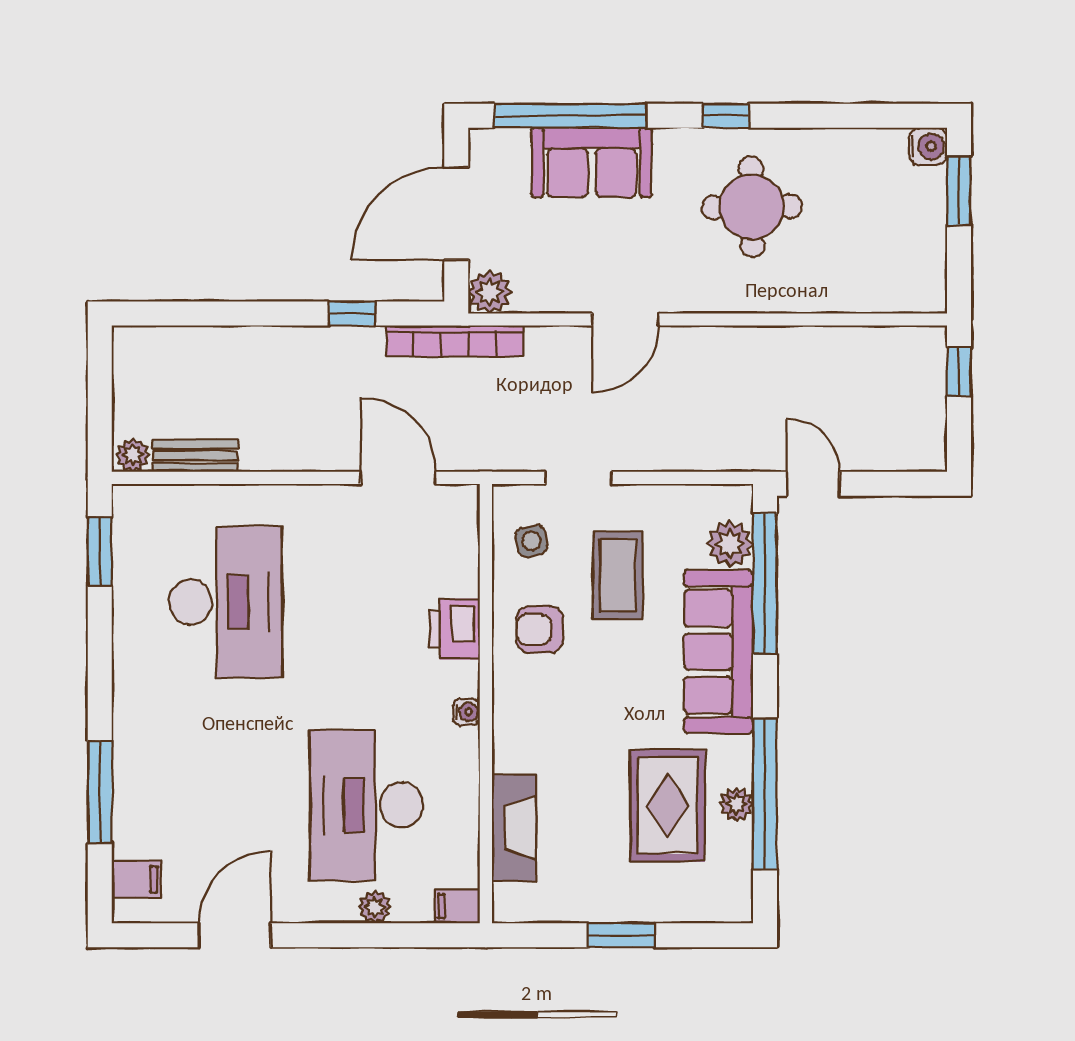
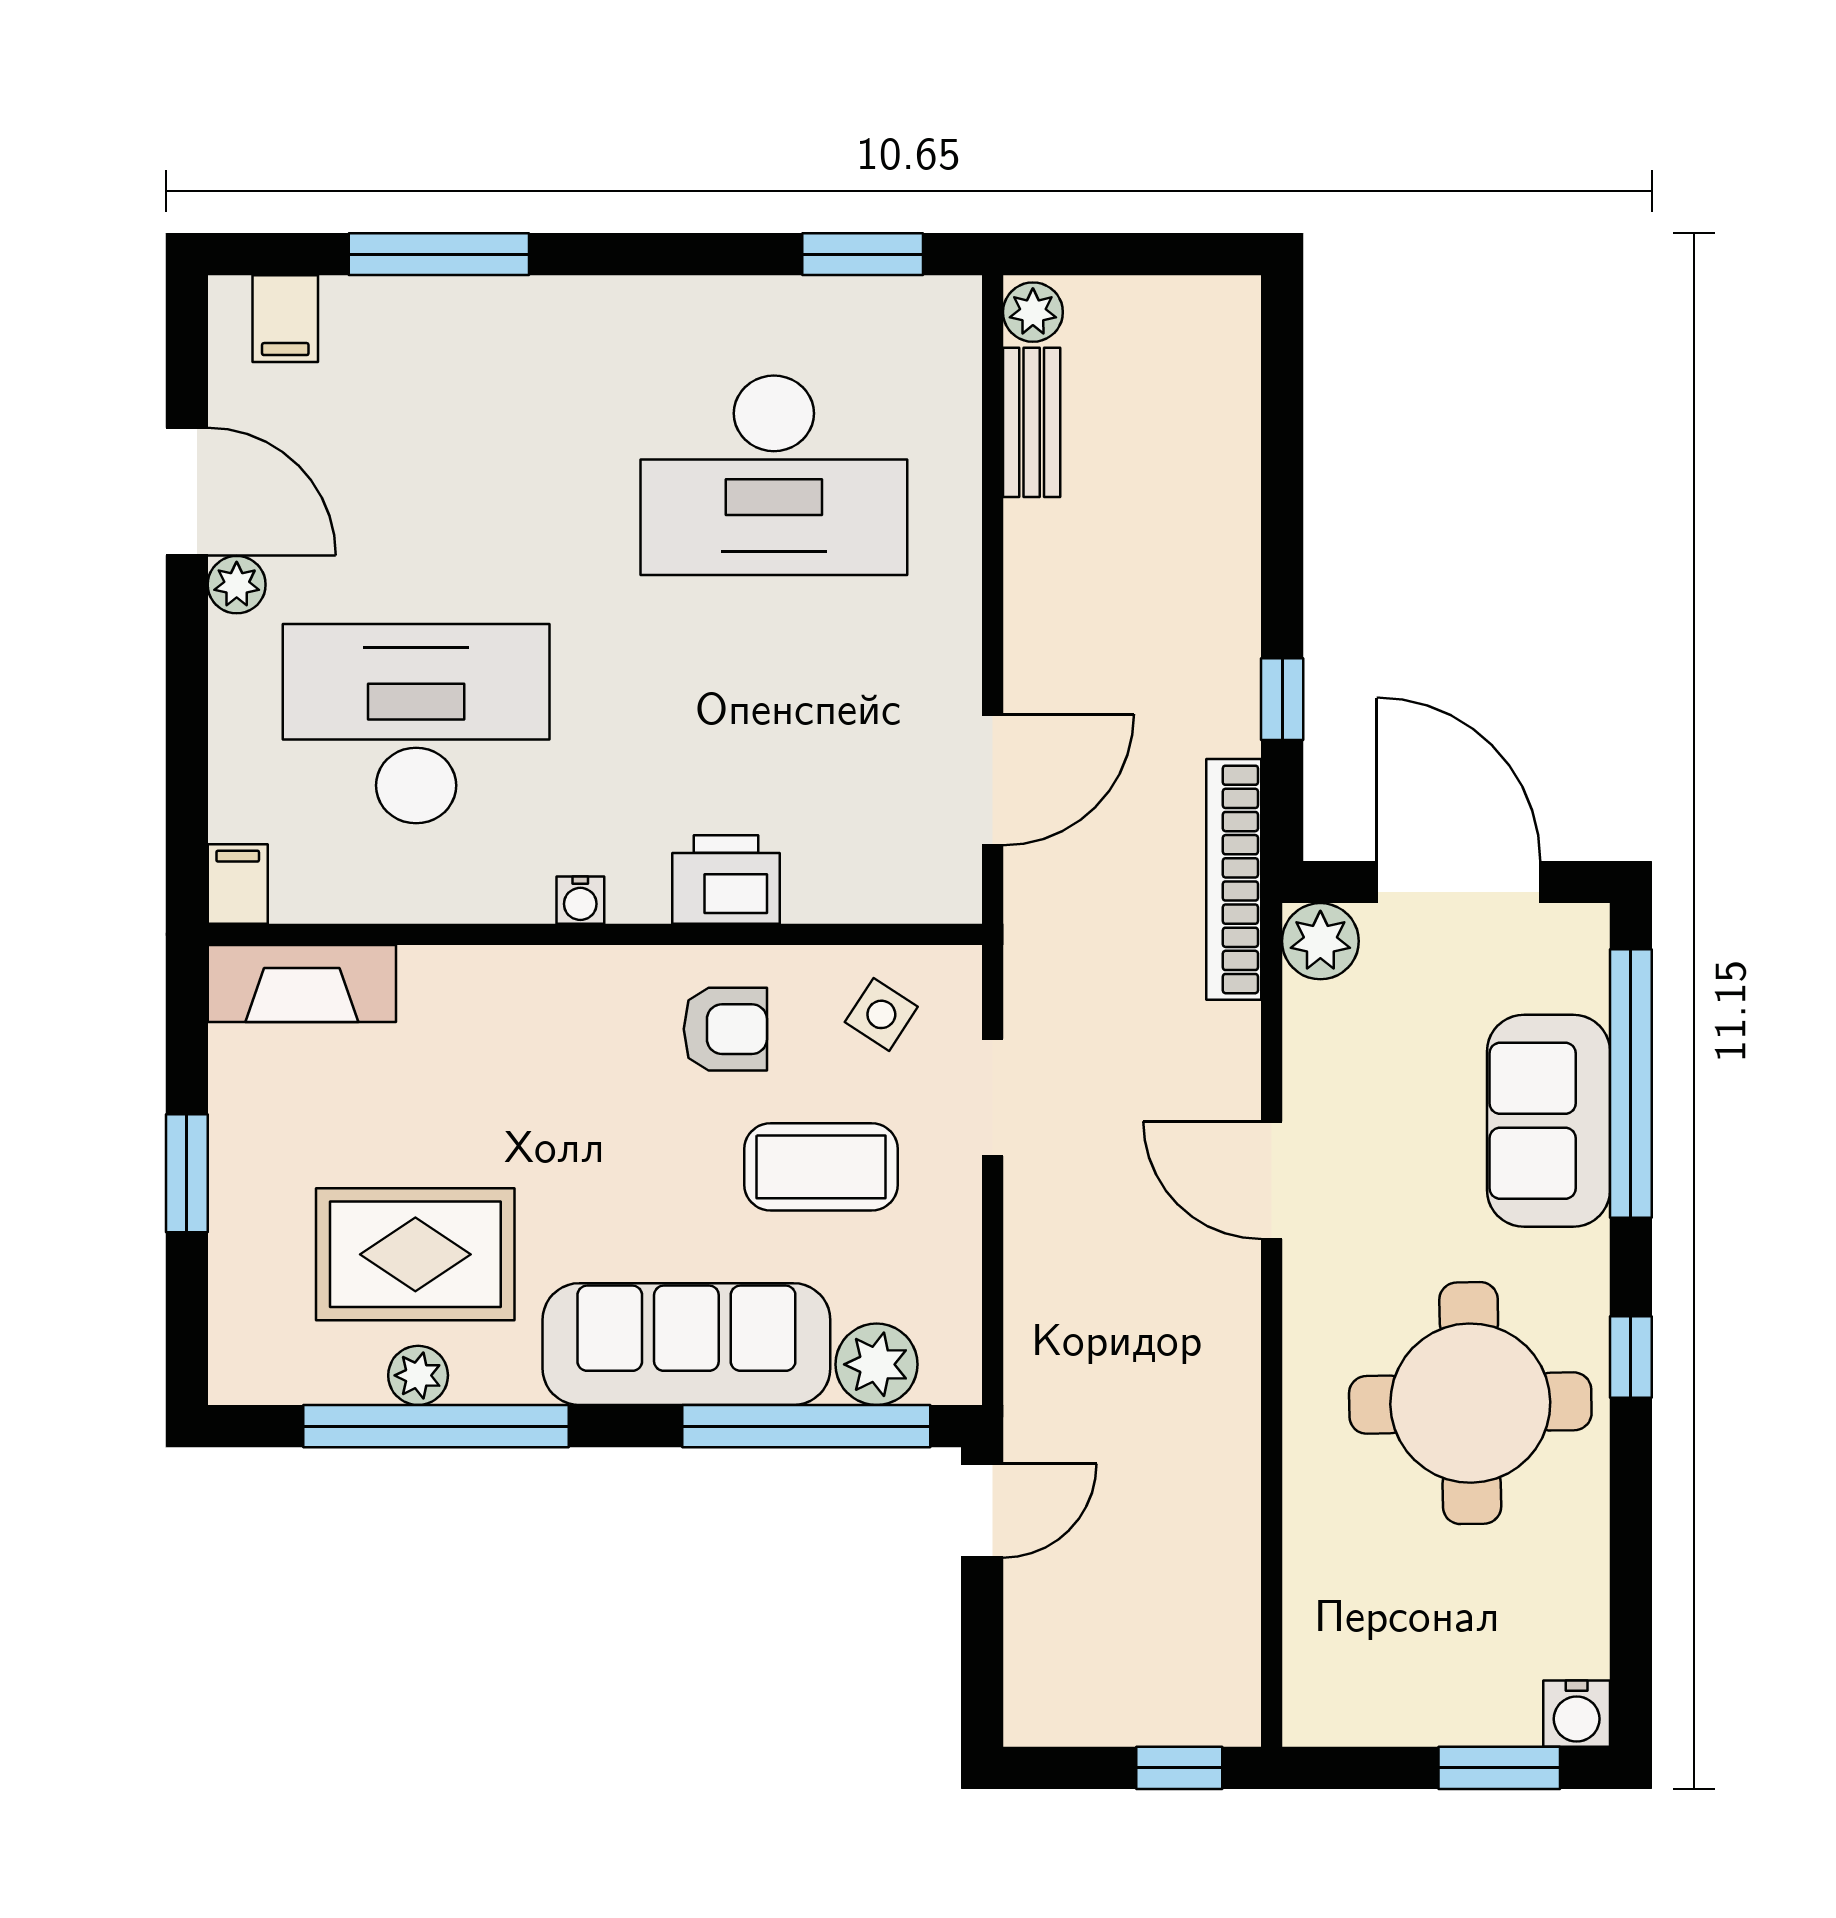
round table: (752, 207) -> (1470, 1403), width x1.36, depth x1.36
side table: (531, 541) -> (881, 1014), turned 45
armchair: (540, 630) -> (725, 1029), turned 90
fireplace: (514, 828) -> (302, 983), moved
plant: (375, 907) -> (237, 585), moved

